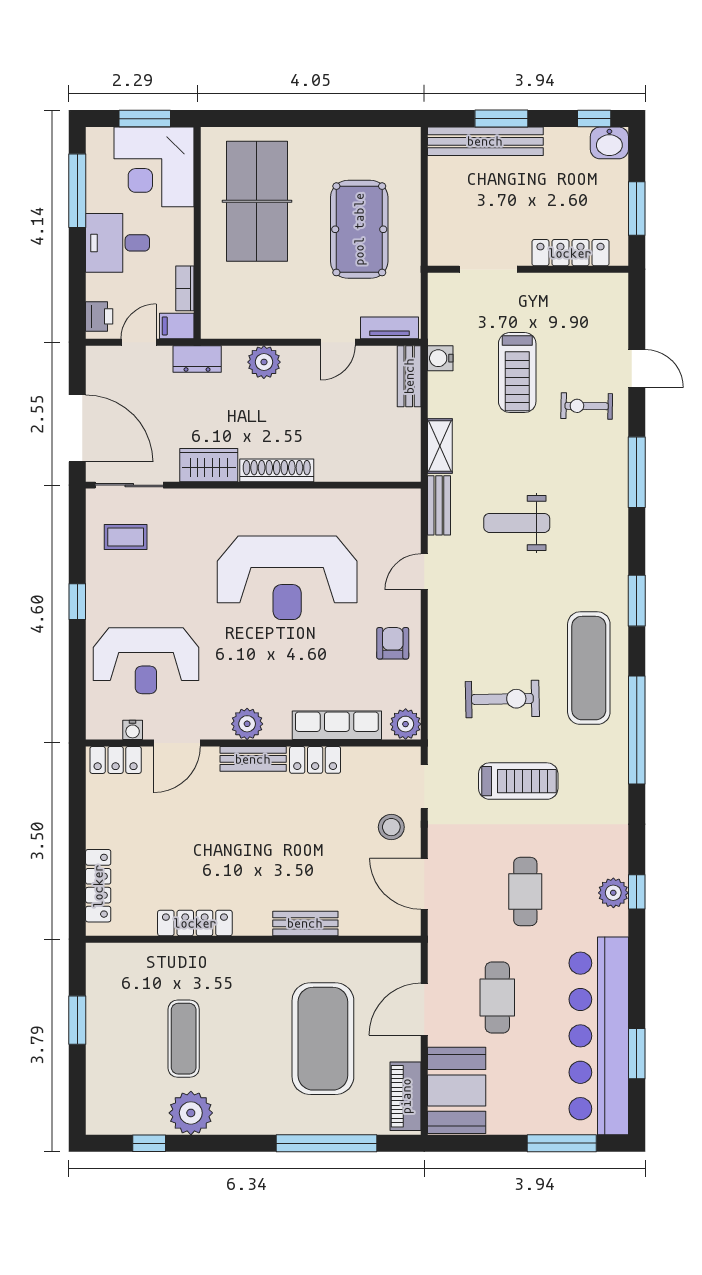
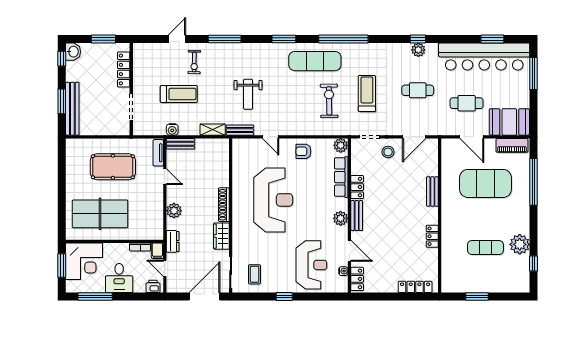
locker: (195, 923) -> (432, 236), width x0.66

